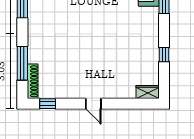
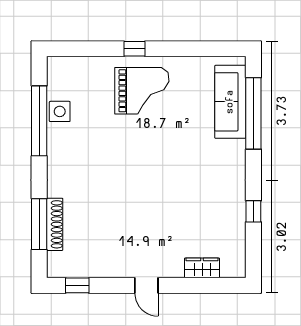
shoe rack: (33, 81) -> (55, 224), moved
wardrobe: (148, 92) -> (202, 268), moved

